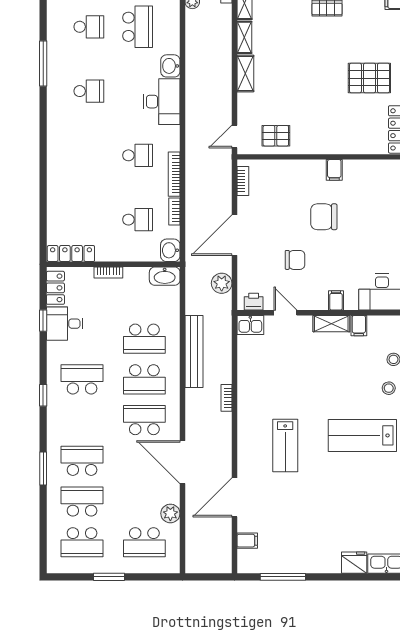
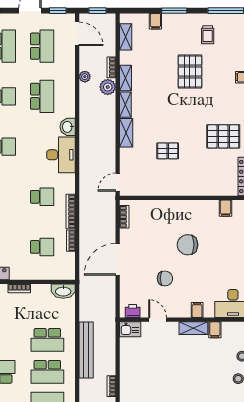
pallet: (276, 136) -> (168, 151), moved
filing cabinet: (334, 170) -> (226, 208), moved
washbasin: (170, 250) -> (68, 271), removed
plant: (222, 283) -> (108, 87), moved

